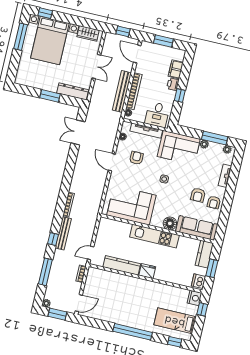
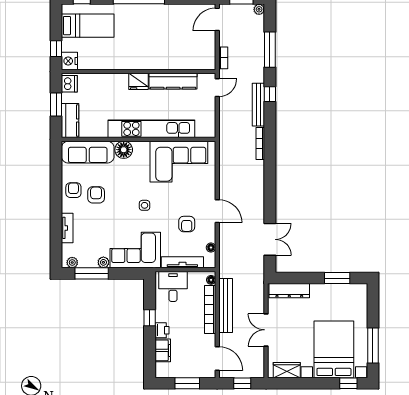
window: (50, 96) -> (337, 278), moved
kitchen unit: (154, 236) -> (151, 129), width x1.36

